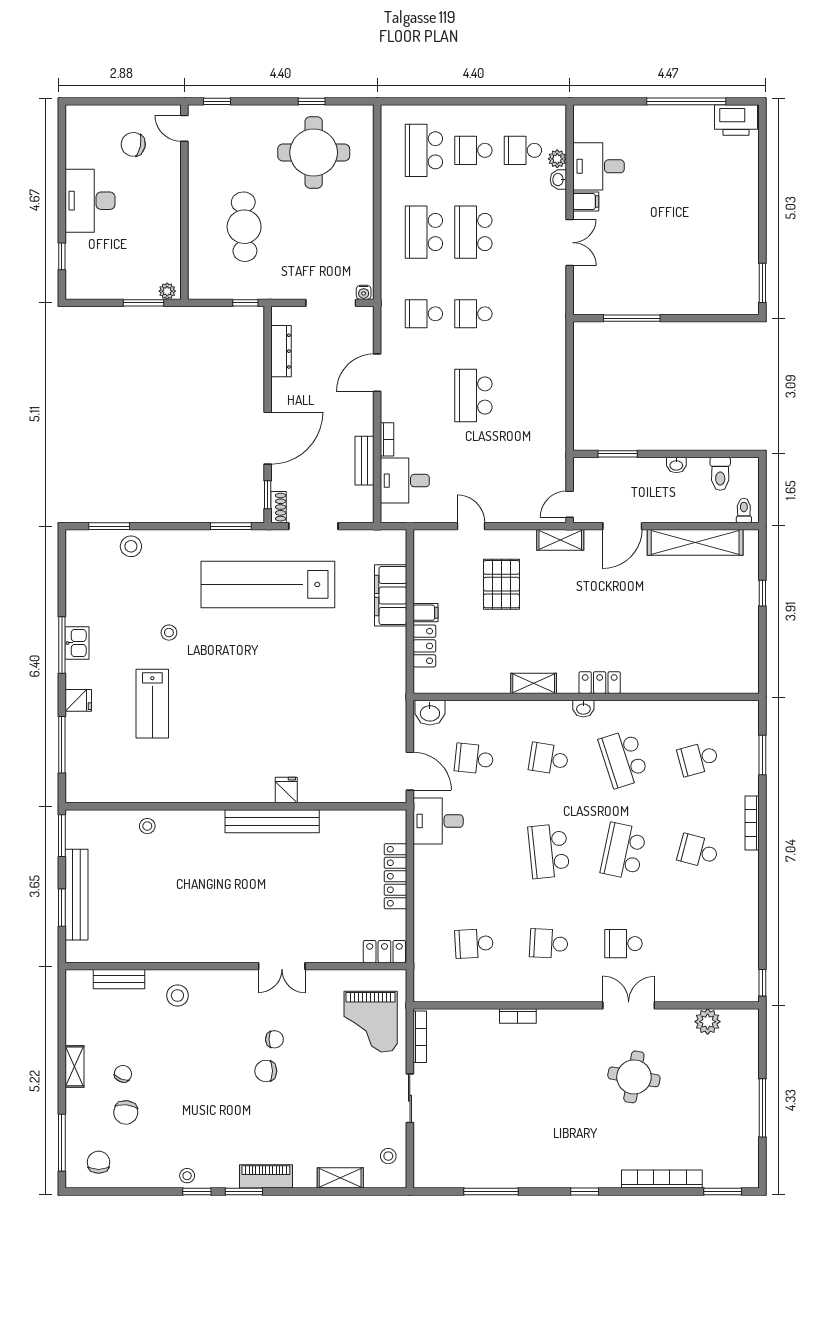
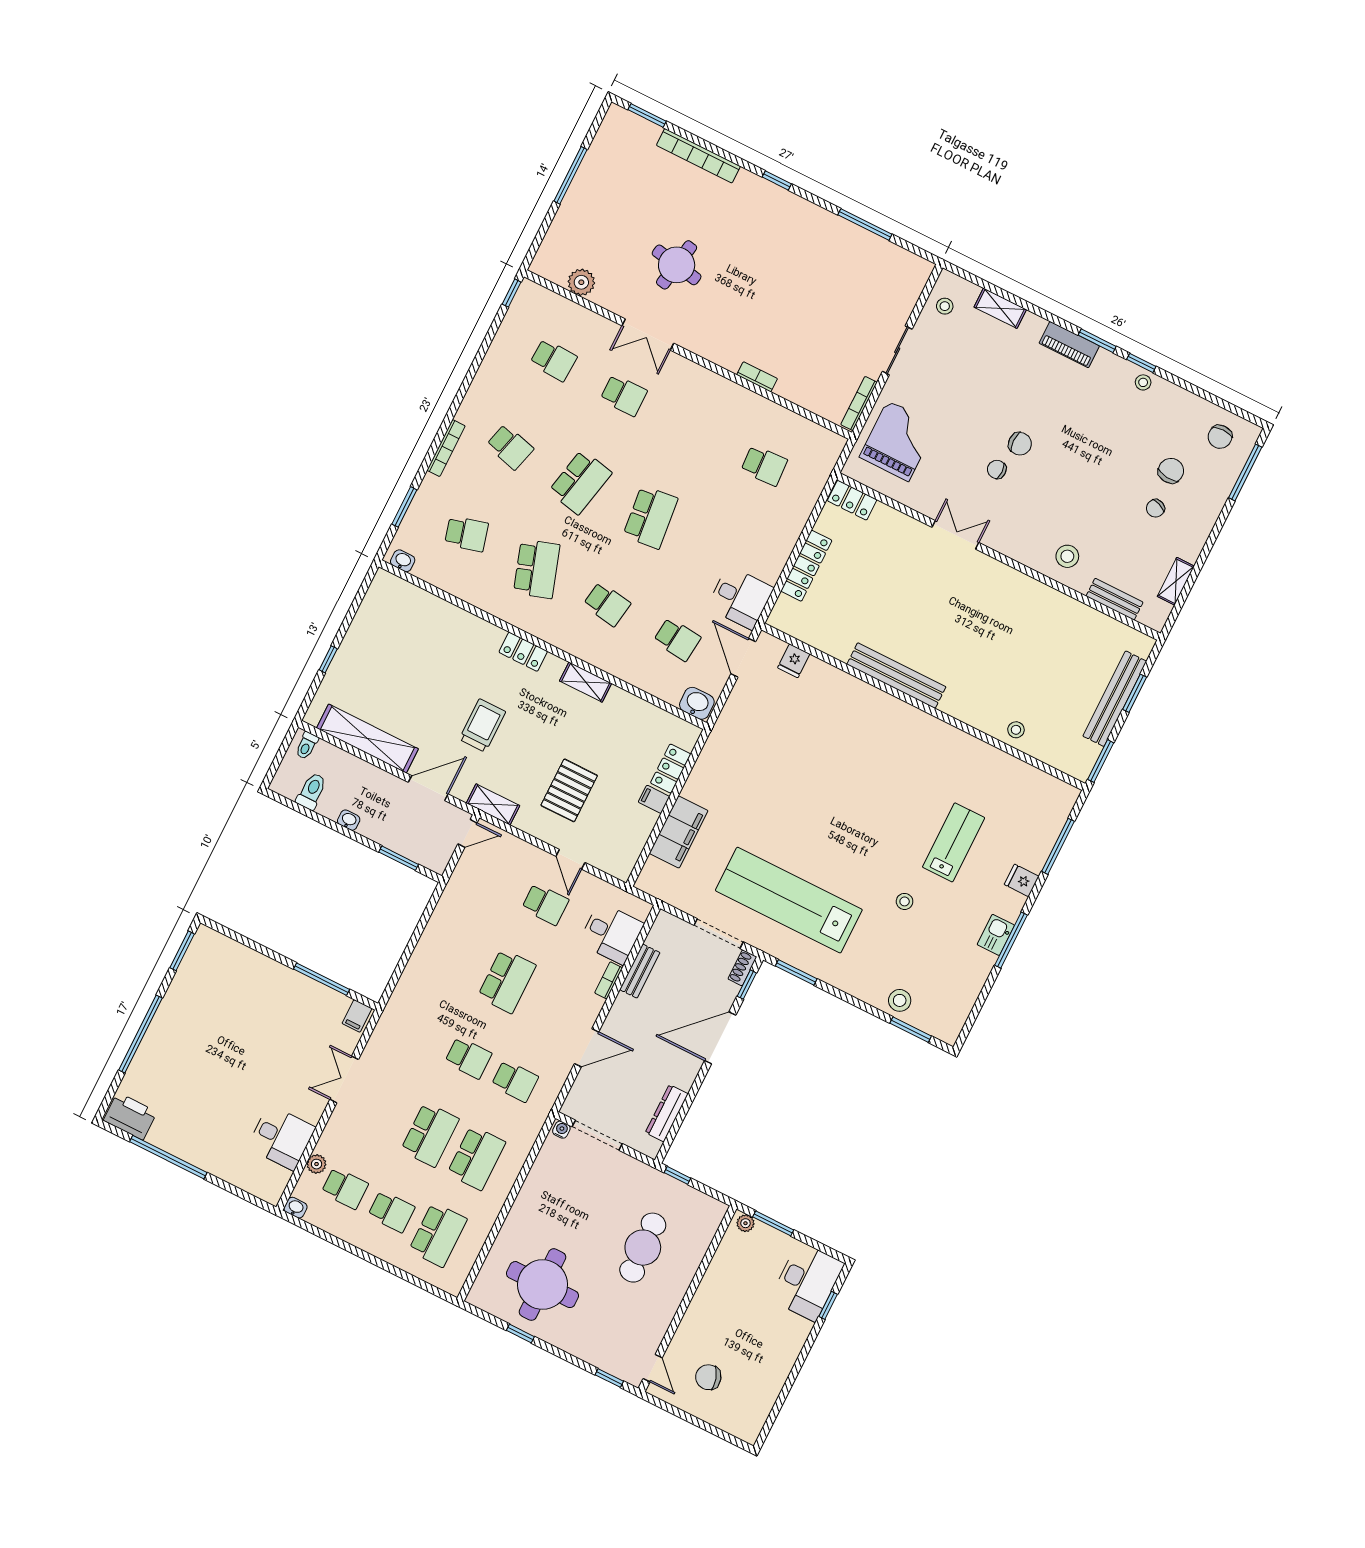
chair: (133, 144) -> (708, 1377), turned 151
washbasin: (558, 180) -> (296, 1208), moved, turned -90
window: (762, 194) -> (141, 1034), added
desk: (90, 201) -> (807, 1281), moved
filing cabinet: (586, 201) -> (357, 1016), moved, turned -90
school desk: (473, 477) -> (545, 904), added
lab bench: (268, 584) -> (789, 900), turned 180
trolley: (603, 602) -> (482, 725), added
washbasin: (583, 709) -> (403, 561), moved
fridge: (286, 790) -> (794, 661), moved
school desk: (549, 944) -> (553, 360), moved
shelving: (75, 1066) -> (1176, 581), moved

